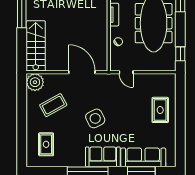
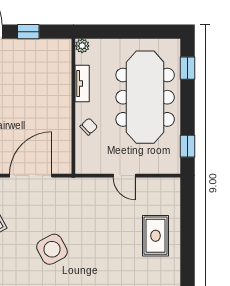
door: (82, 72) -> (31, 176), hinge flipped
door: (126, 72) -> (124, 176), moved

